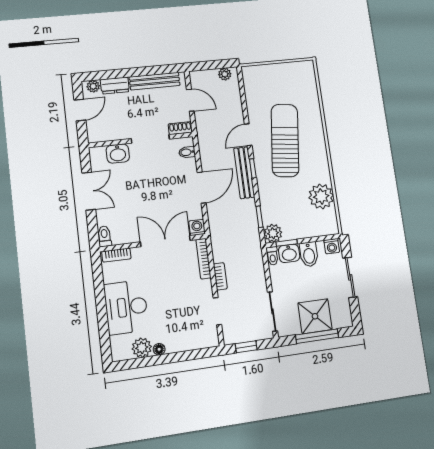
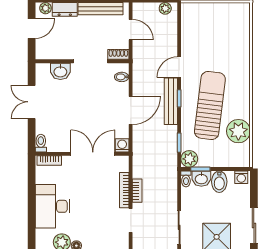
sun lounger: (285, 140) -> (210, 105), moved
double door: (89, 191) -> (32, 102), swing flipped
bookcase: (203, 259) -> (124, 190), moved
sliding door: (350, 277) -> (254, 225), moved

